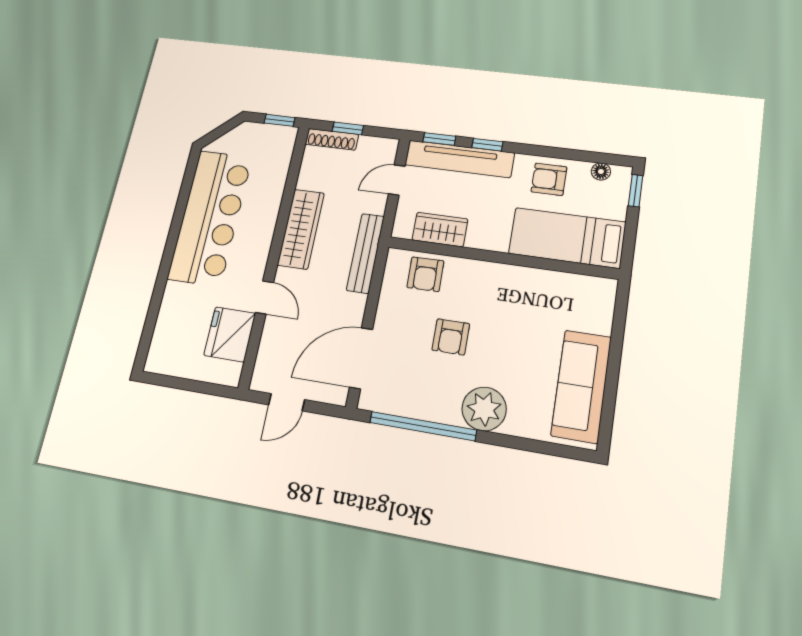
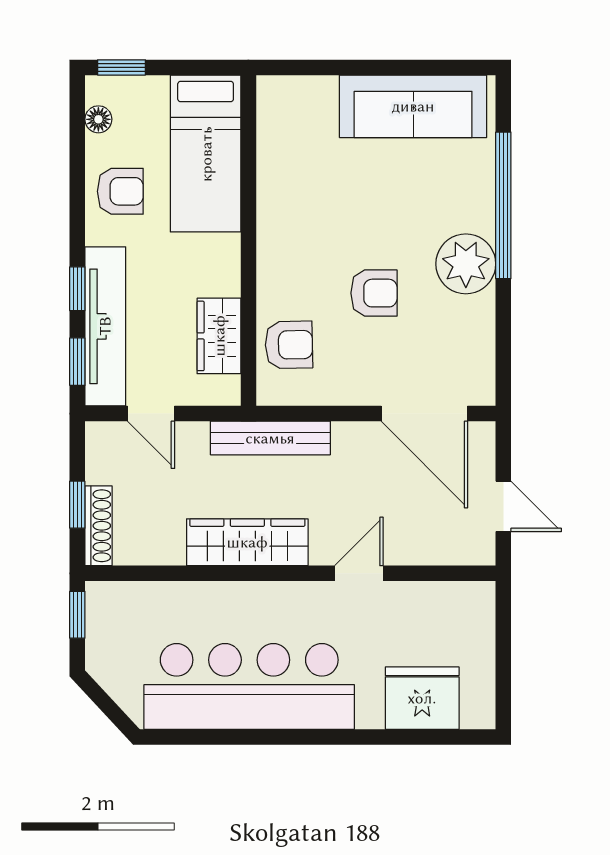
armchair: (549, 179) -> (120, 191), turned -90
fridge: (230, 334) -> (422, 698), moved, turned 180
plant: (484, 409) -> (466, 264), moved
window: (423, 426) -> (503, 205), moved

